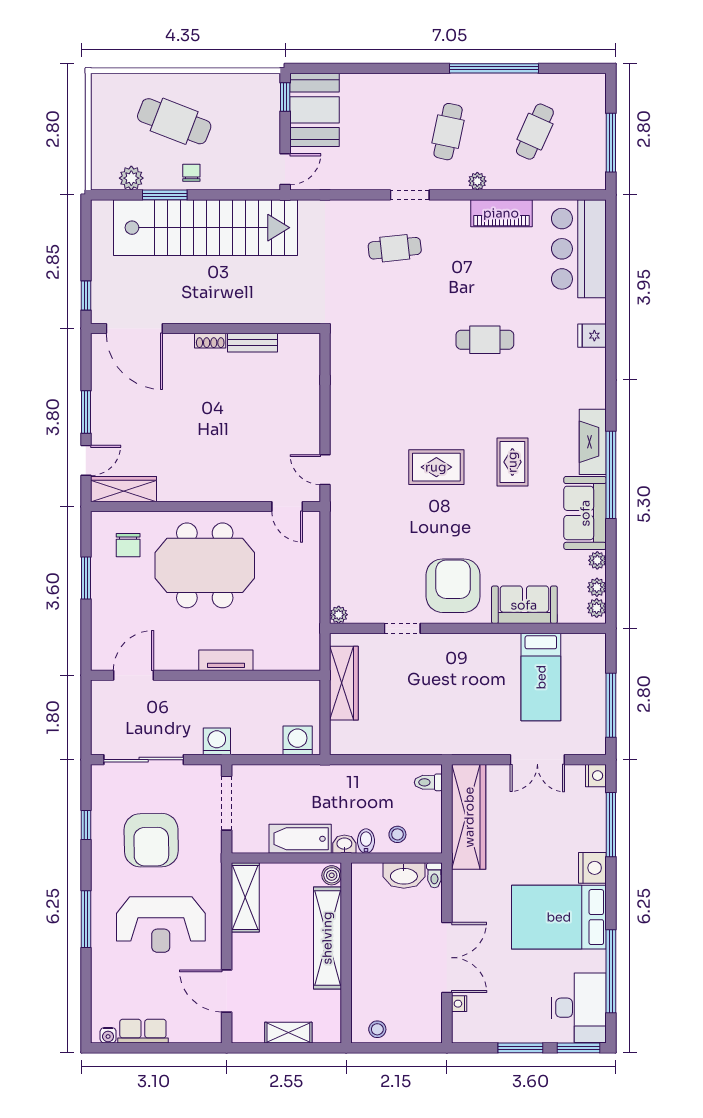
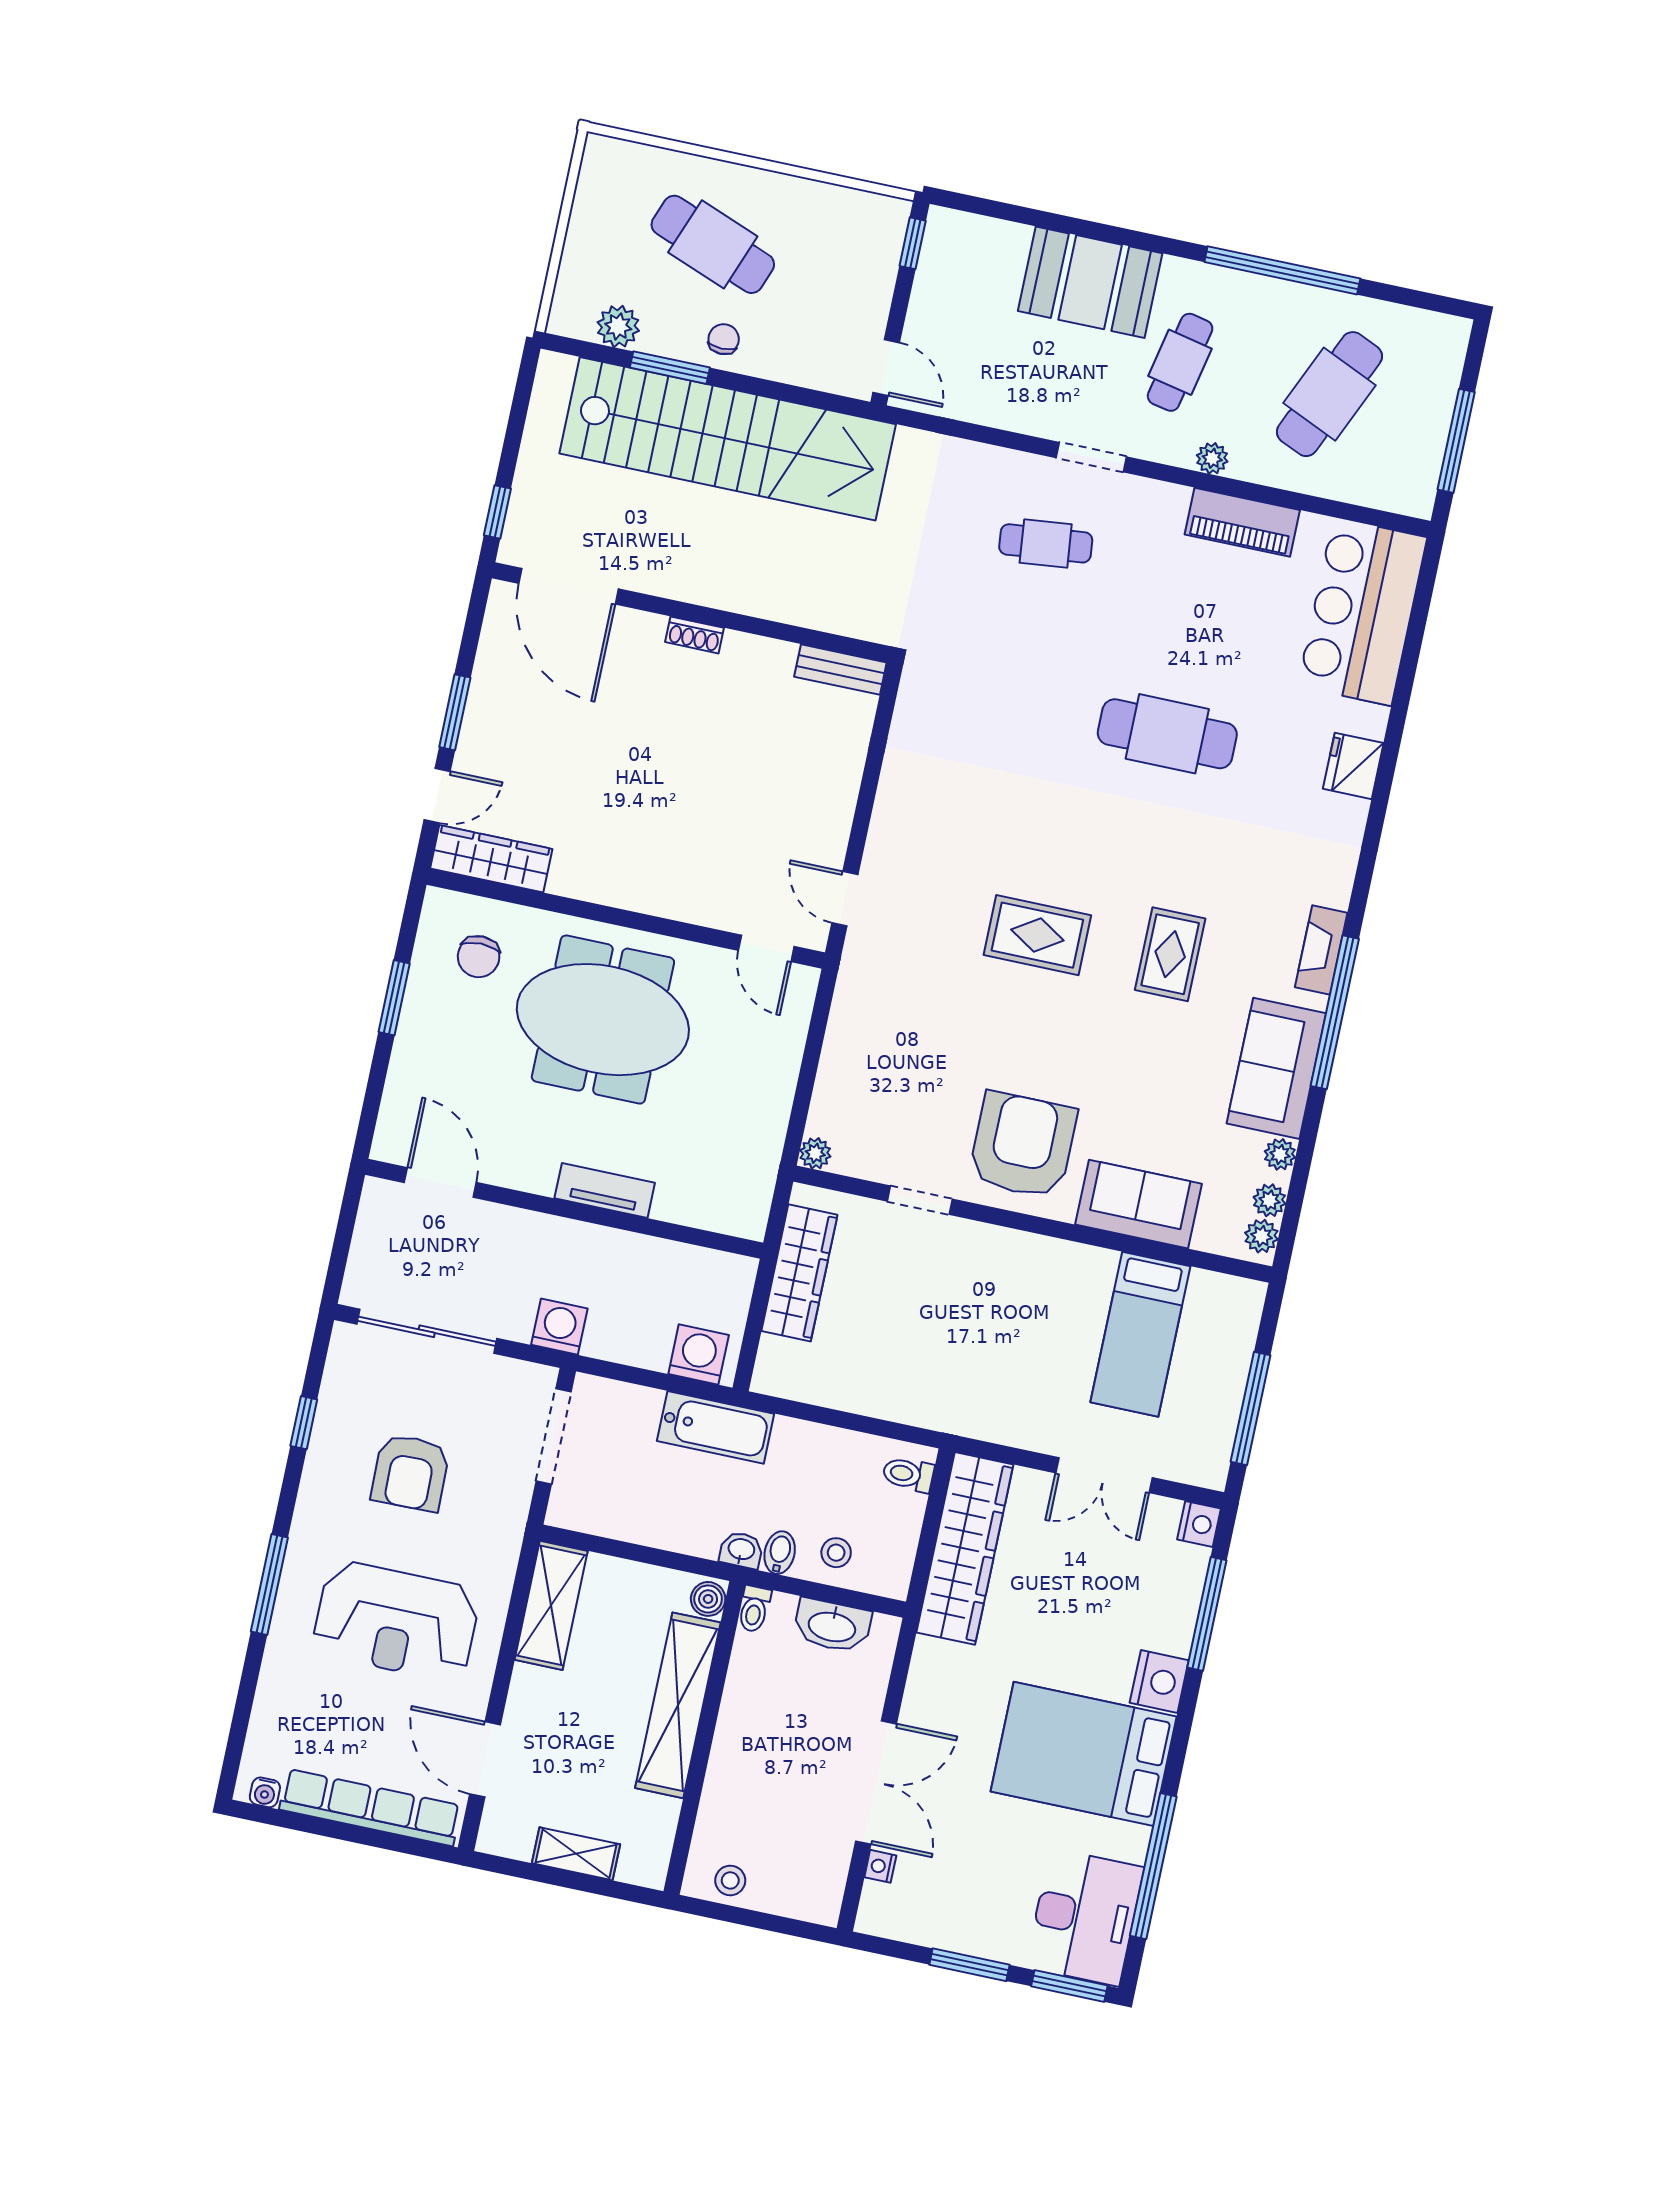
booth: (315, 110) -> (1090, 282), moved, turned 90
cafe table: (535, 132) -> (1329, 394), width x1.37, depth x1.35
door: (285, 169) -> (886, 368), hinge flipped
fridge: (592, 336) -> (1353, 766), width x1.38
cafe table: (485, 340) -> (1167, 734), width x1.37, depth x1.35
bench: (252, 343) -> (840, 670), moved
fireplace: (593, 442) -> (1321, 950), width x0.73, depth x0.76
door: (134, 675) -> (440, 1182), hinge flipped
bathtub: (300, 839) -> (716, 1427), moved, turned 180
armchair: (151, 840) -> (410, 1473), width x0.73, depth x0.73
toilet: (434, 875) -> (754, 1609), moved
row of seats: (143, 1031) -> (370, 1807), width x2.02

